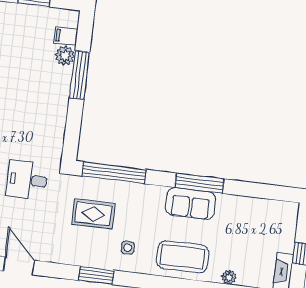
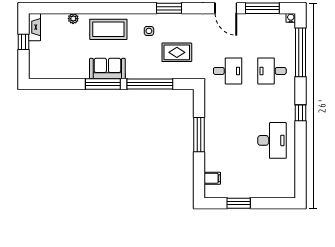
plant: (65, 56) -> (211, 164), removed
window: (79, 75) -> (199, 135), moved
window: (114, 173) -> (150, 84), moved

